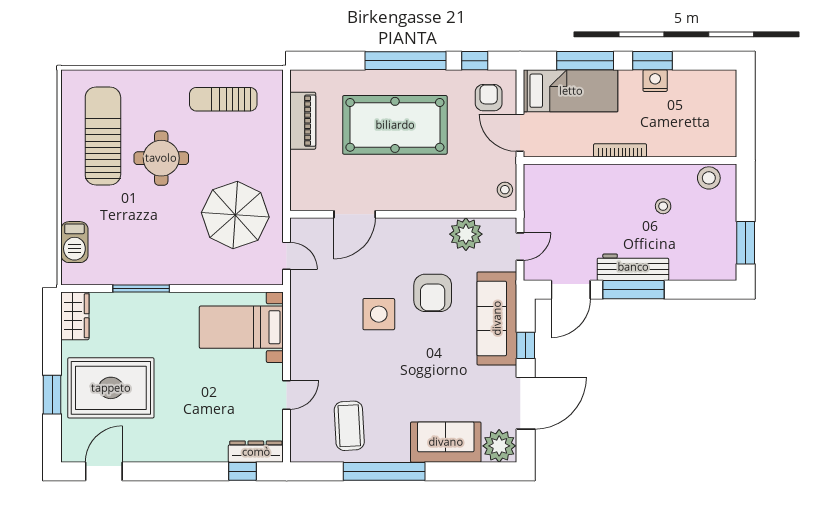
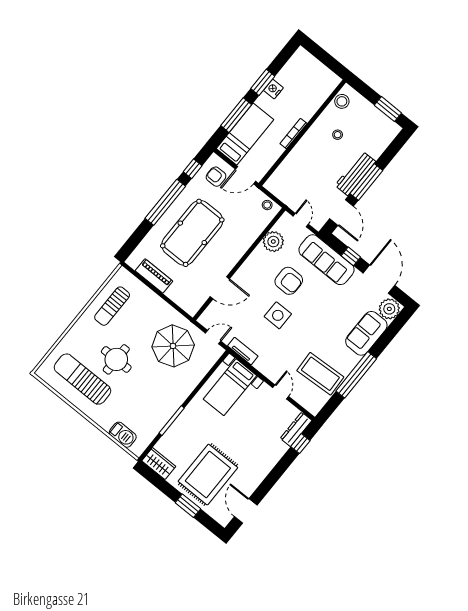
door: (355, 214) -> (220, 288), hinge flipped
tv unit: (299, 307) -> (243, 351), added
coffee table: (349, 426) -> (320, 374), width x1.36, depth x1.32

